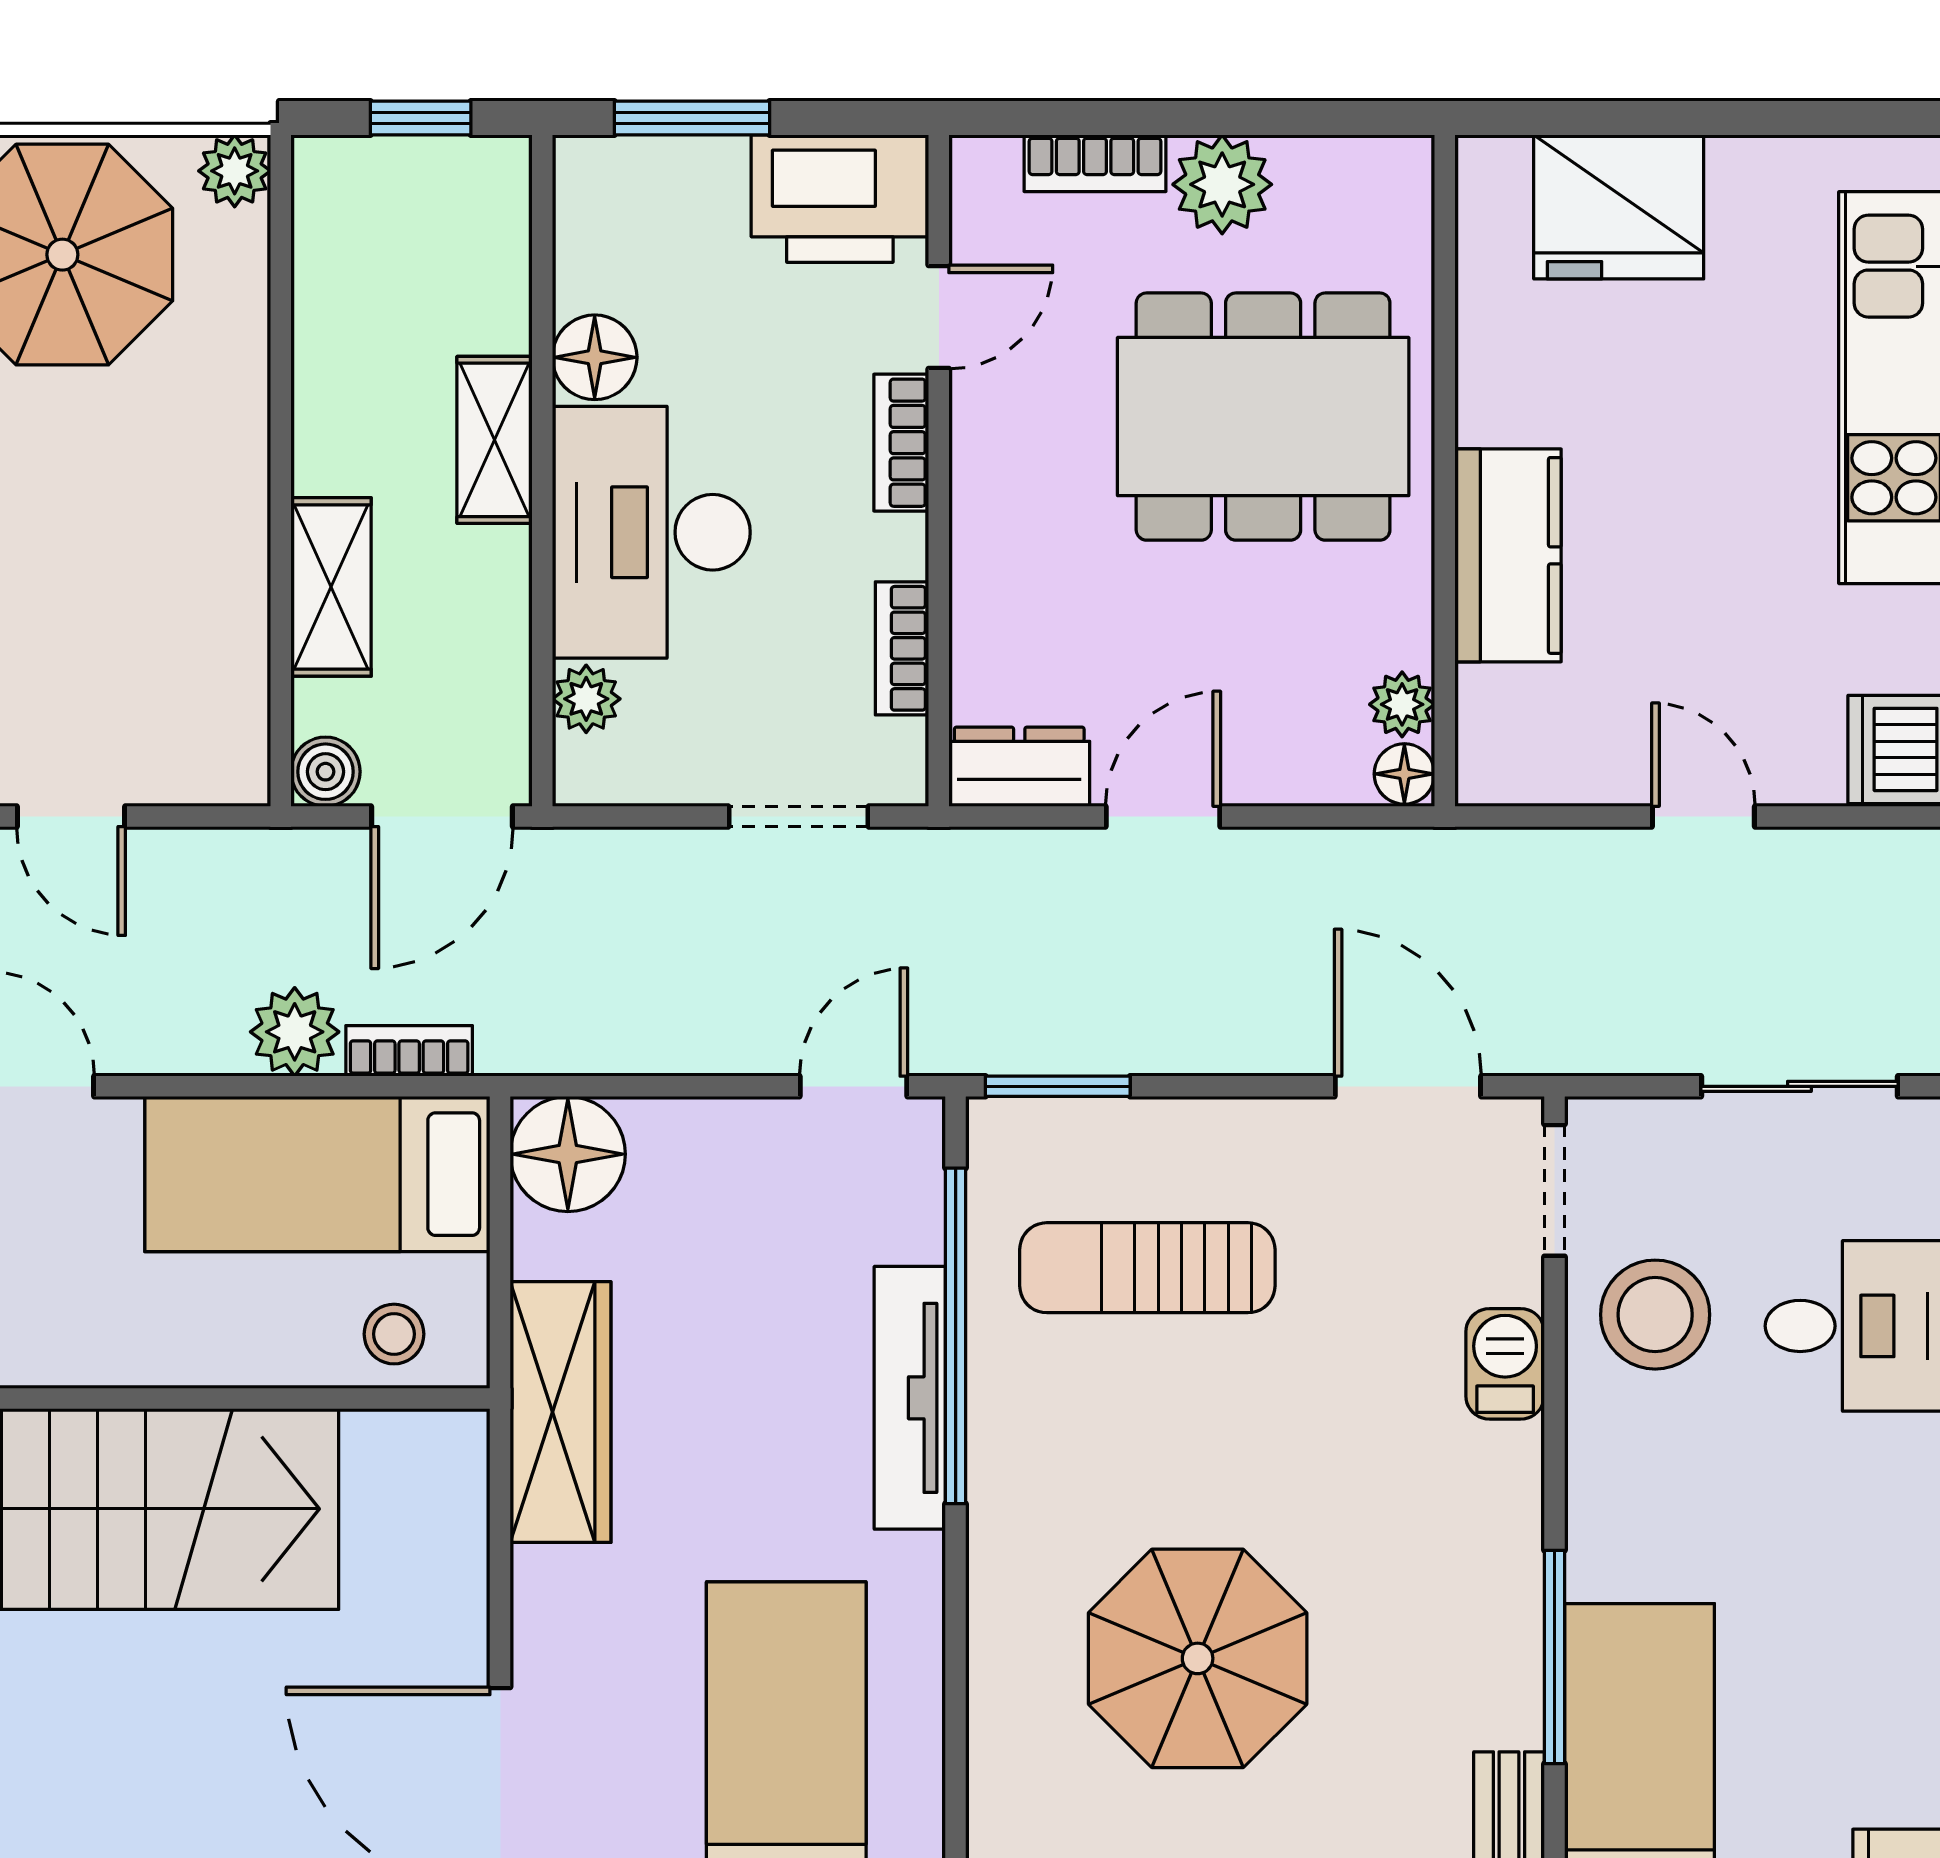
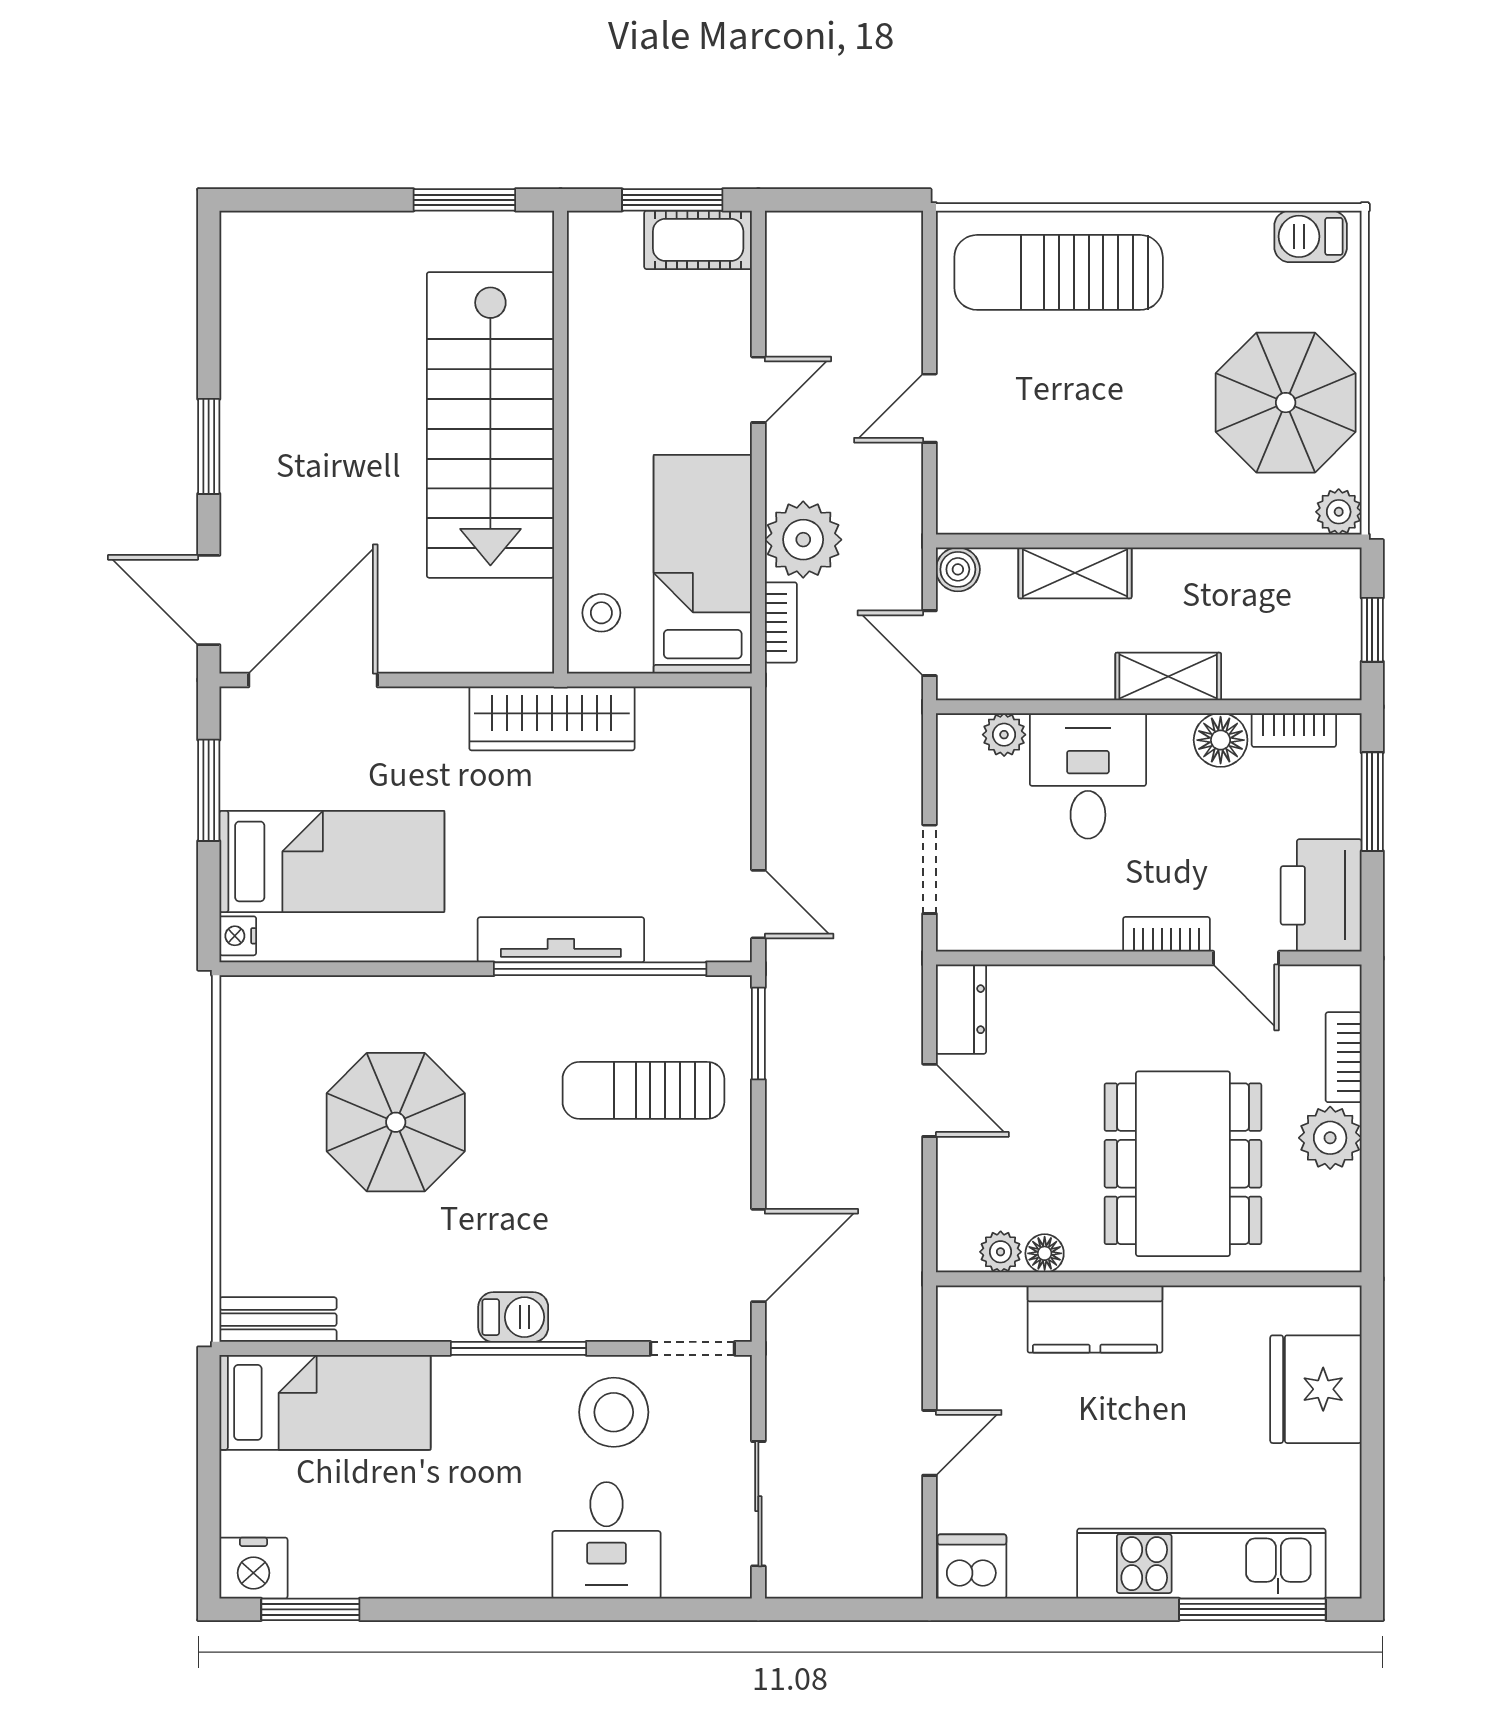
desk: (651, 532) -> (1088, 776), width x0.73
bookcase: (902, 648) -> (1294, 730), moved, turned 180
floor lamp: (1404, 774) -> (1045, 1253), moved
door: (442, 816) -> (929, 643), width x0.73
plant: (295, 1032) -> (803, 540), width x1.36, depth x1.36
floor lamp: (568, 1154) -> (715, 723), removed
sun lounger: (1147, 1268) -> (643, 1090), turned -90
barbecue: (1505, 1364) -> (513, 1317), moved
window: (1554, 1657) -> (518, 1348), moved

